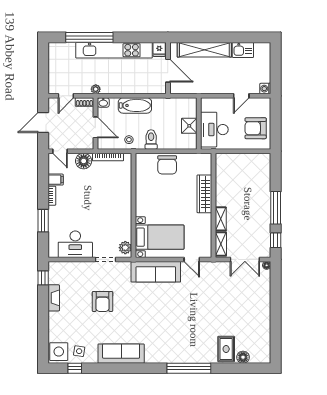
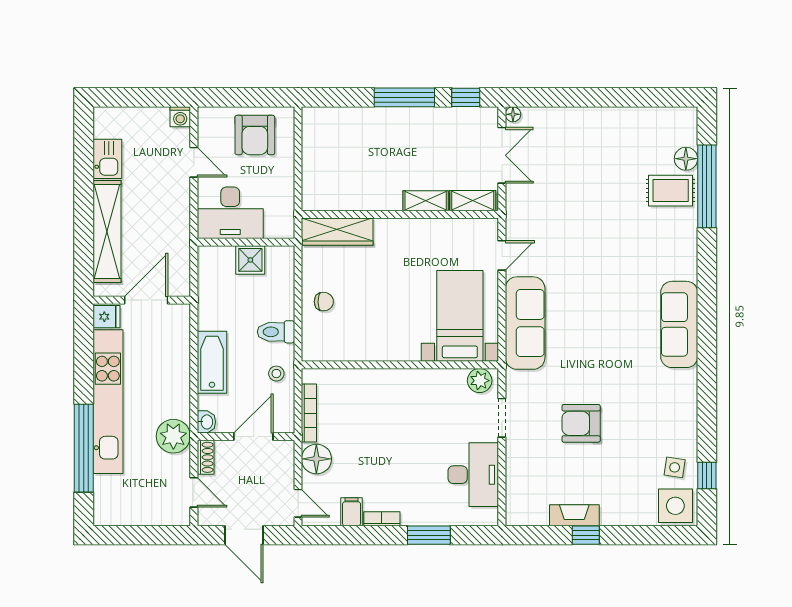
plant: (96, 89) -> (173, 436), width x1.88, depth x1.88
desk: (214, 130) -> (230, 213), moved
door: (60, 151) -> (298, 503), hinge flipped
chair: (167, 165) -> (324, 302), width x0.54, depth x0.54
wardrobe: (204, 194) -> (337, 232), moved
window: (43, 278) -> (586, 535), moved
armchair: (103, 302) -> (581, 423), turned 180
sofa: (121, 354) -> (679, 324), moved
window: (189, 368) -> (707, 186), moved

